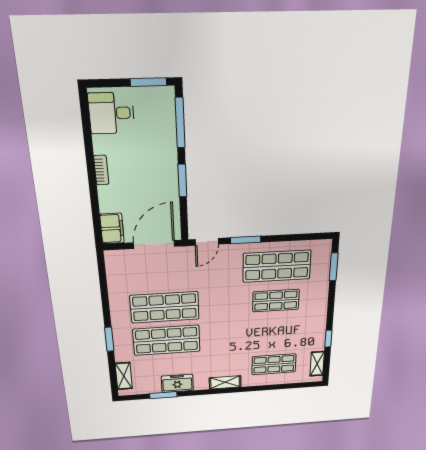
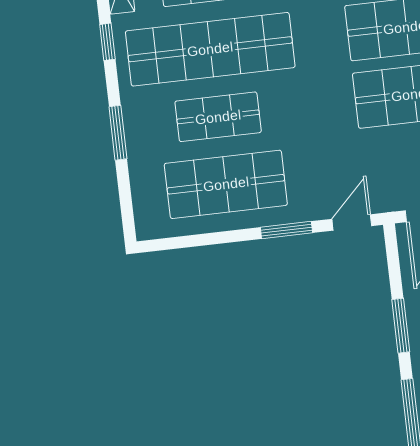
window: (334, 267) -> (118, 133), moved
shop shelf: (275, 333) -> (210, 49), added

